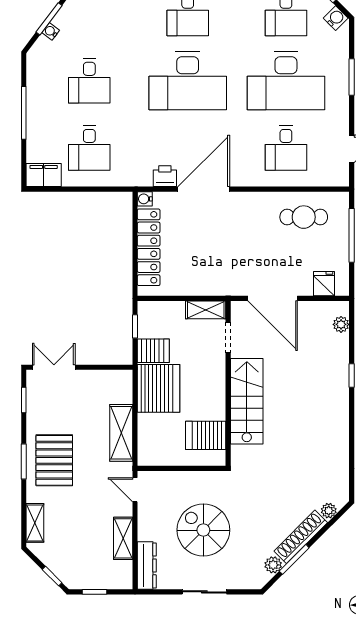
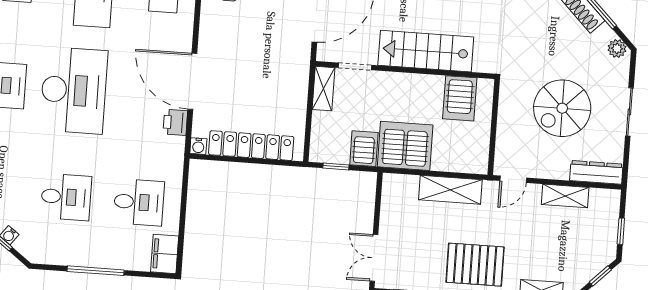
plant: (273, 565) -> (617, 48), moved

